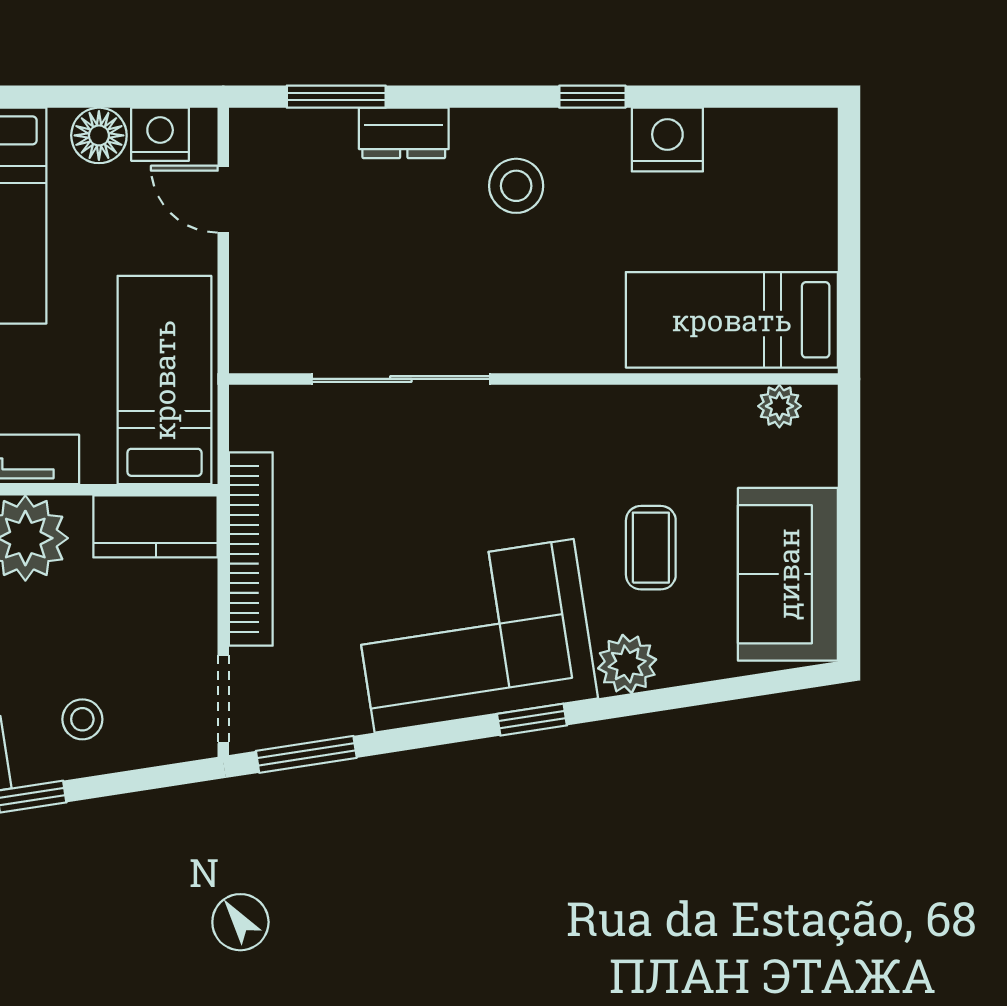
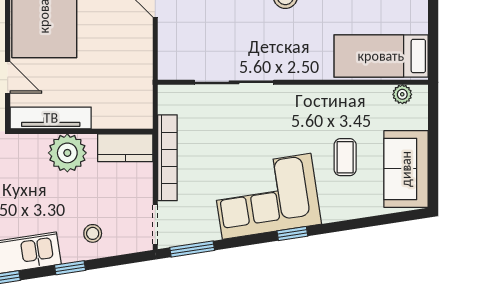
bed: (164, 380) -> (129, 83), removed
plant: (627, 664) -> (335, 209), removed

